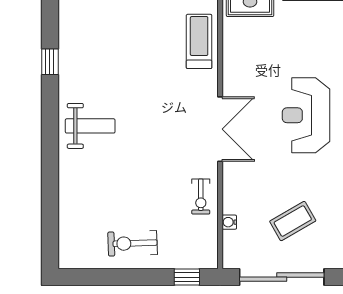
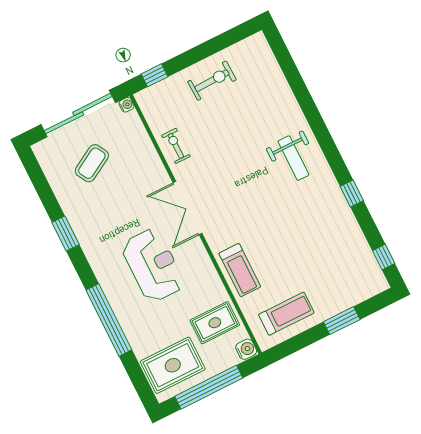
reception desk: (306, 115) -> (153, 265), moved
weight bench: (90, 126) -> (293, 158), turned -90
water cooler: (229, 222) -> (127, 105), moved

